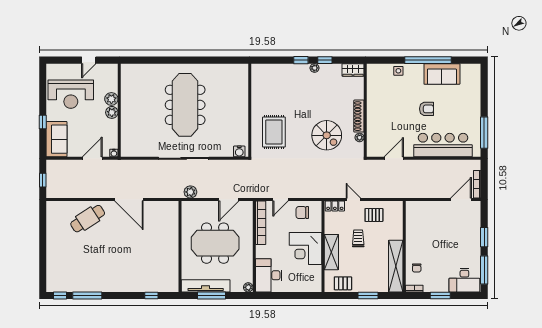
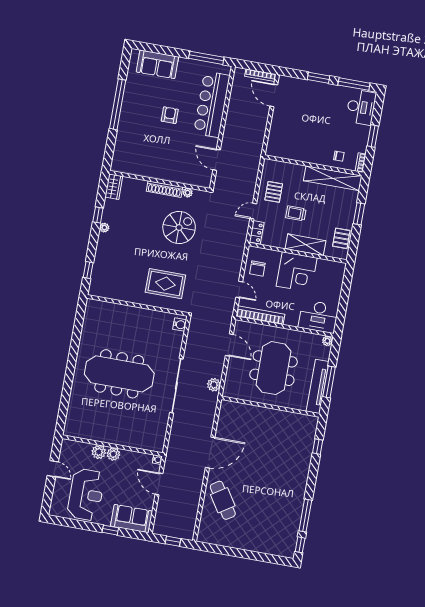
window: (301, 60) -> (88, 270), moved
side table: (398, 71) -> (123, 138), removed
sofa: (442, 74) -> (157, 64), moved, turned 90

